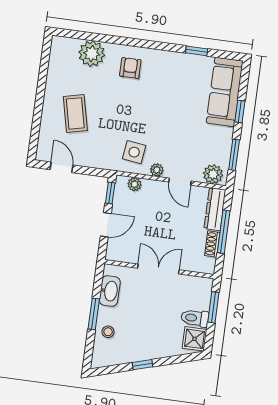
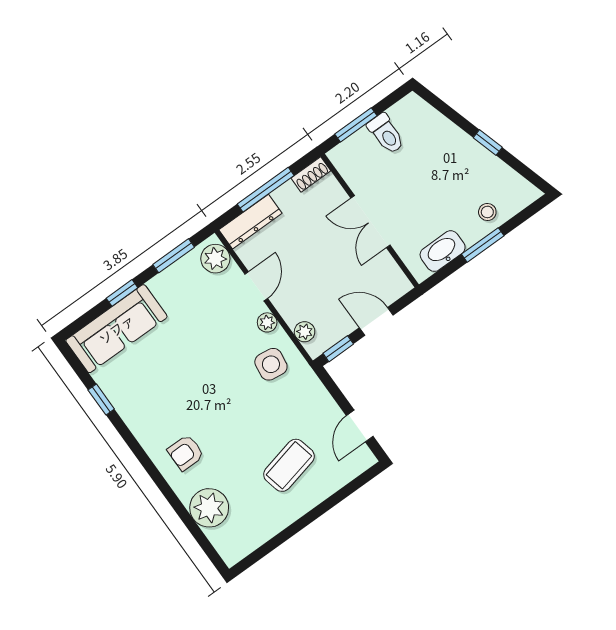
shoe rack: (212, 244) -> (311, 174), moved
shower: (194, 339) -> (408, 113), removed

